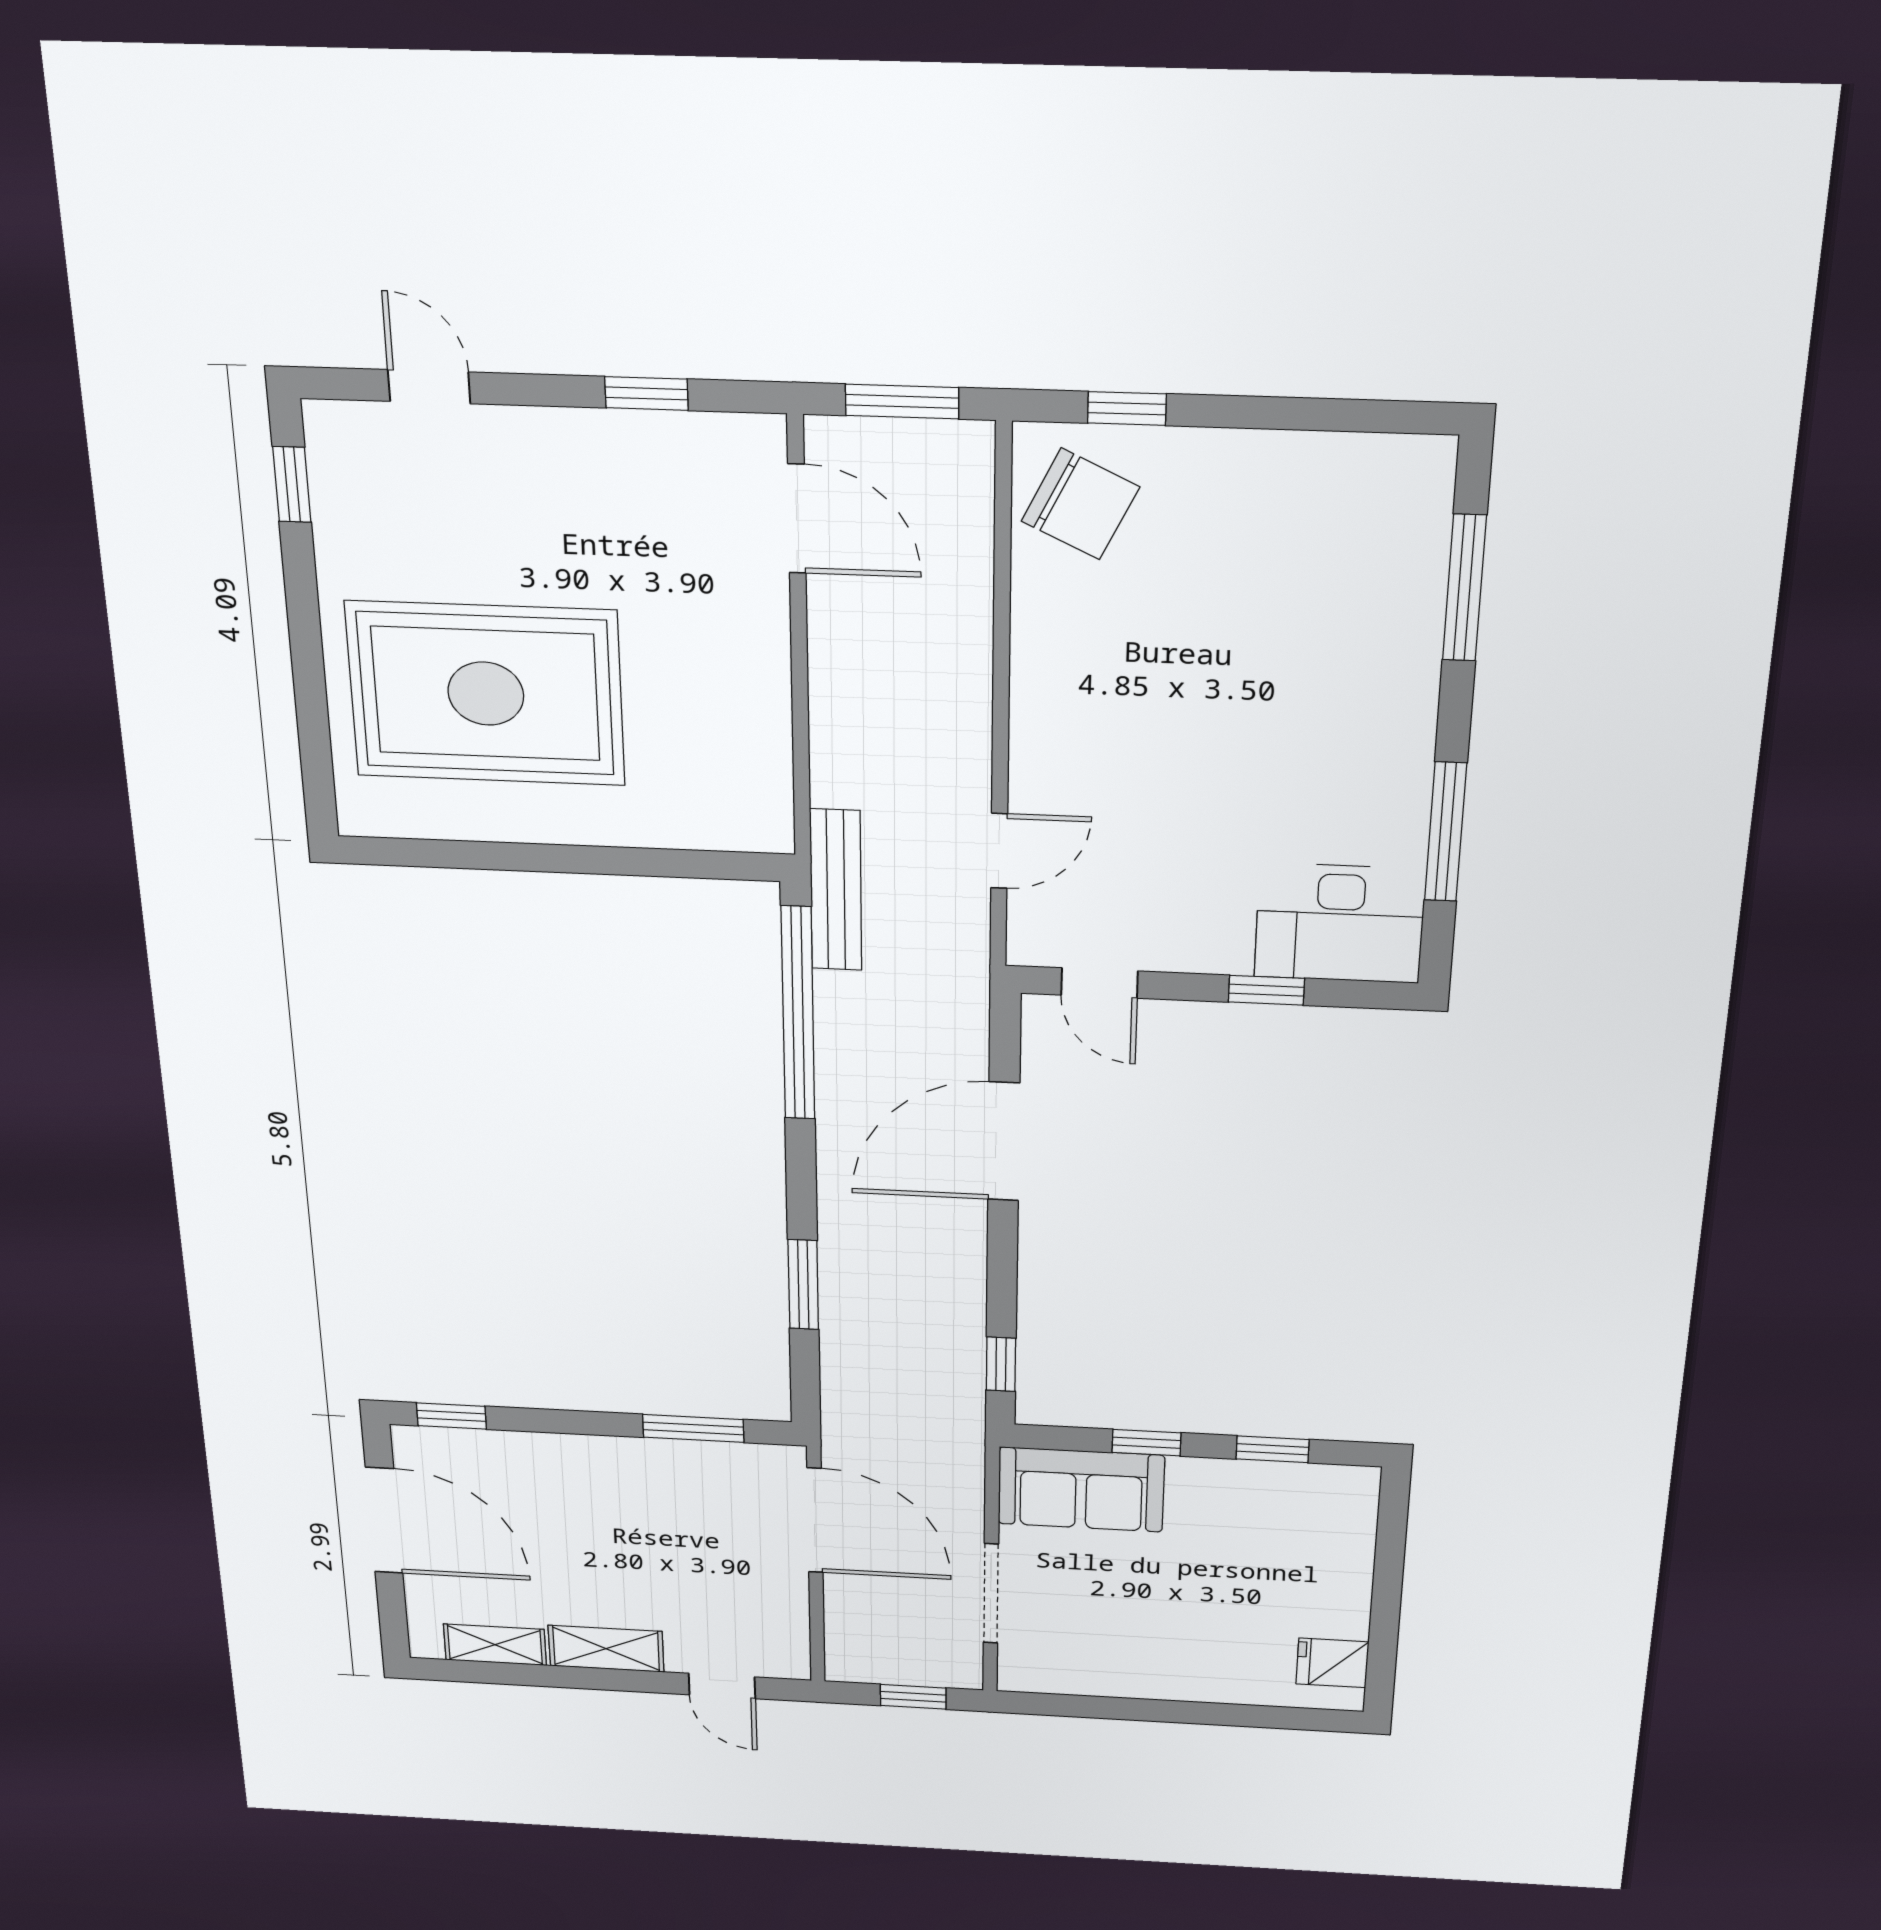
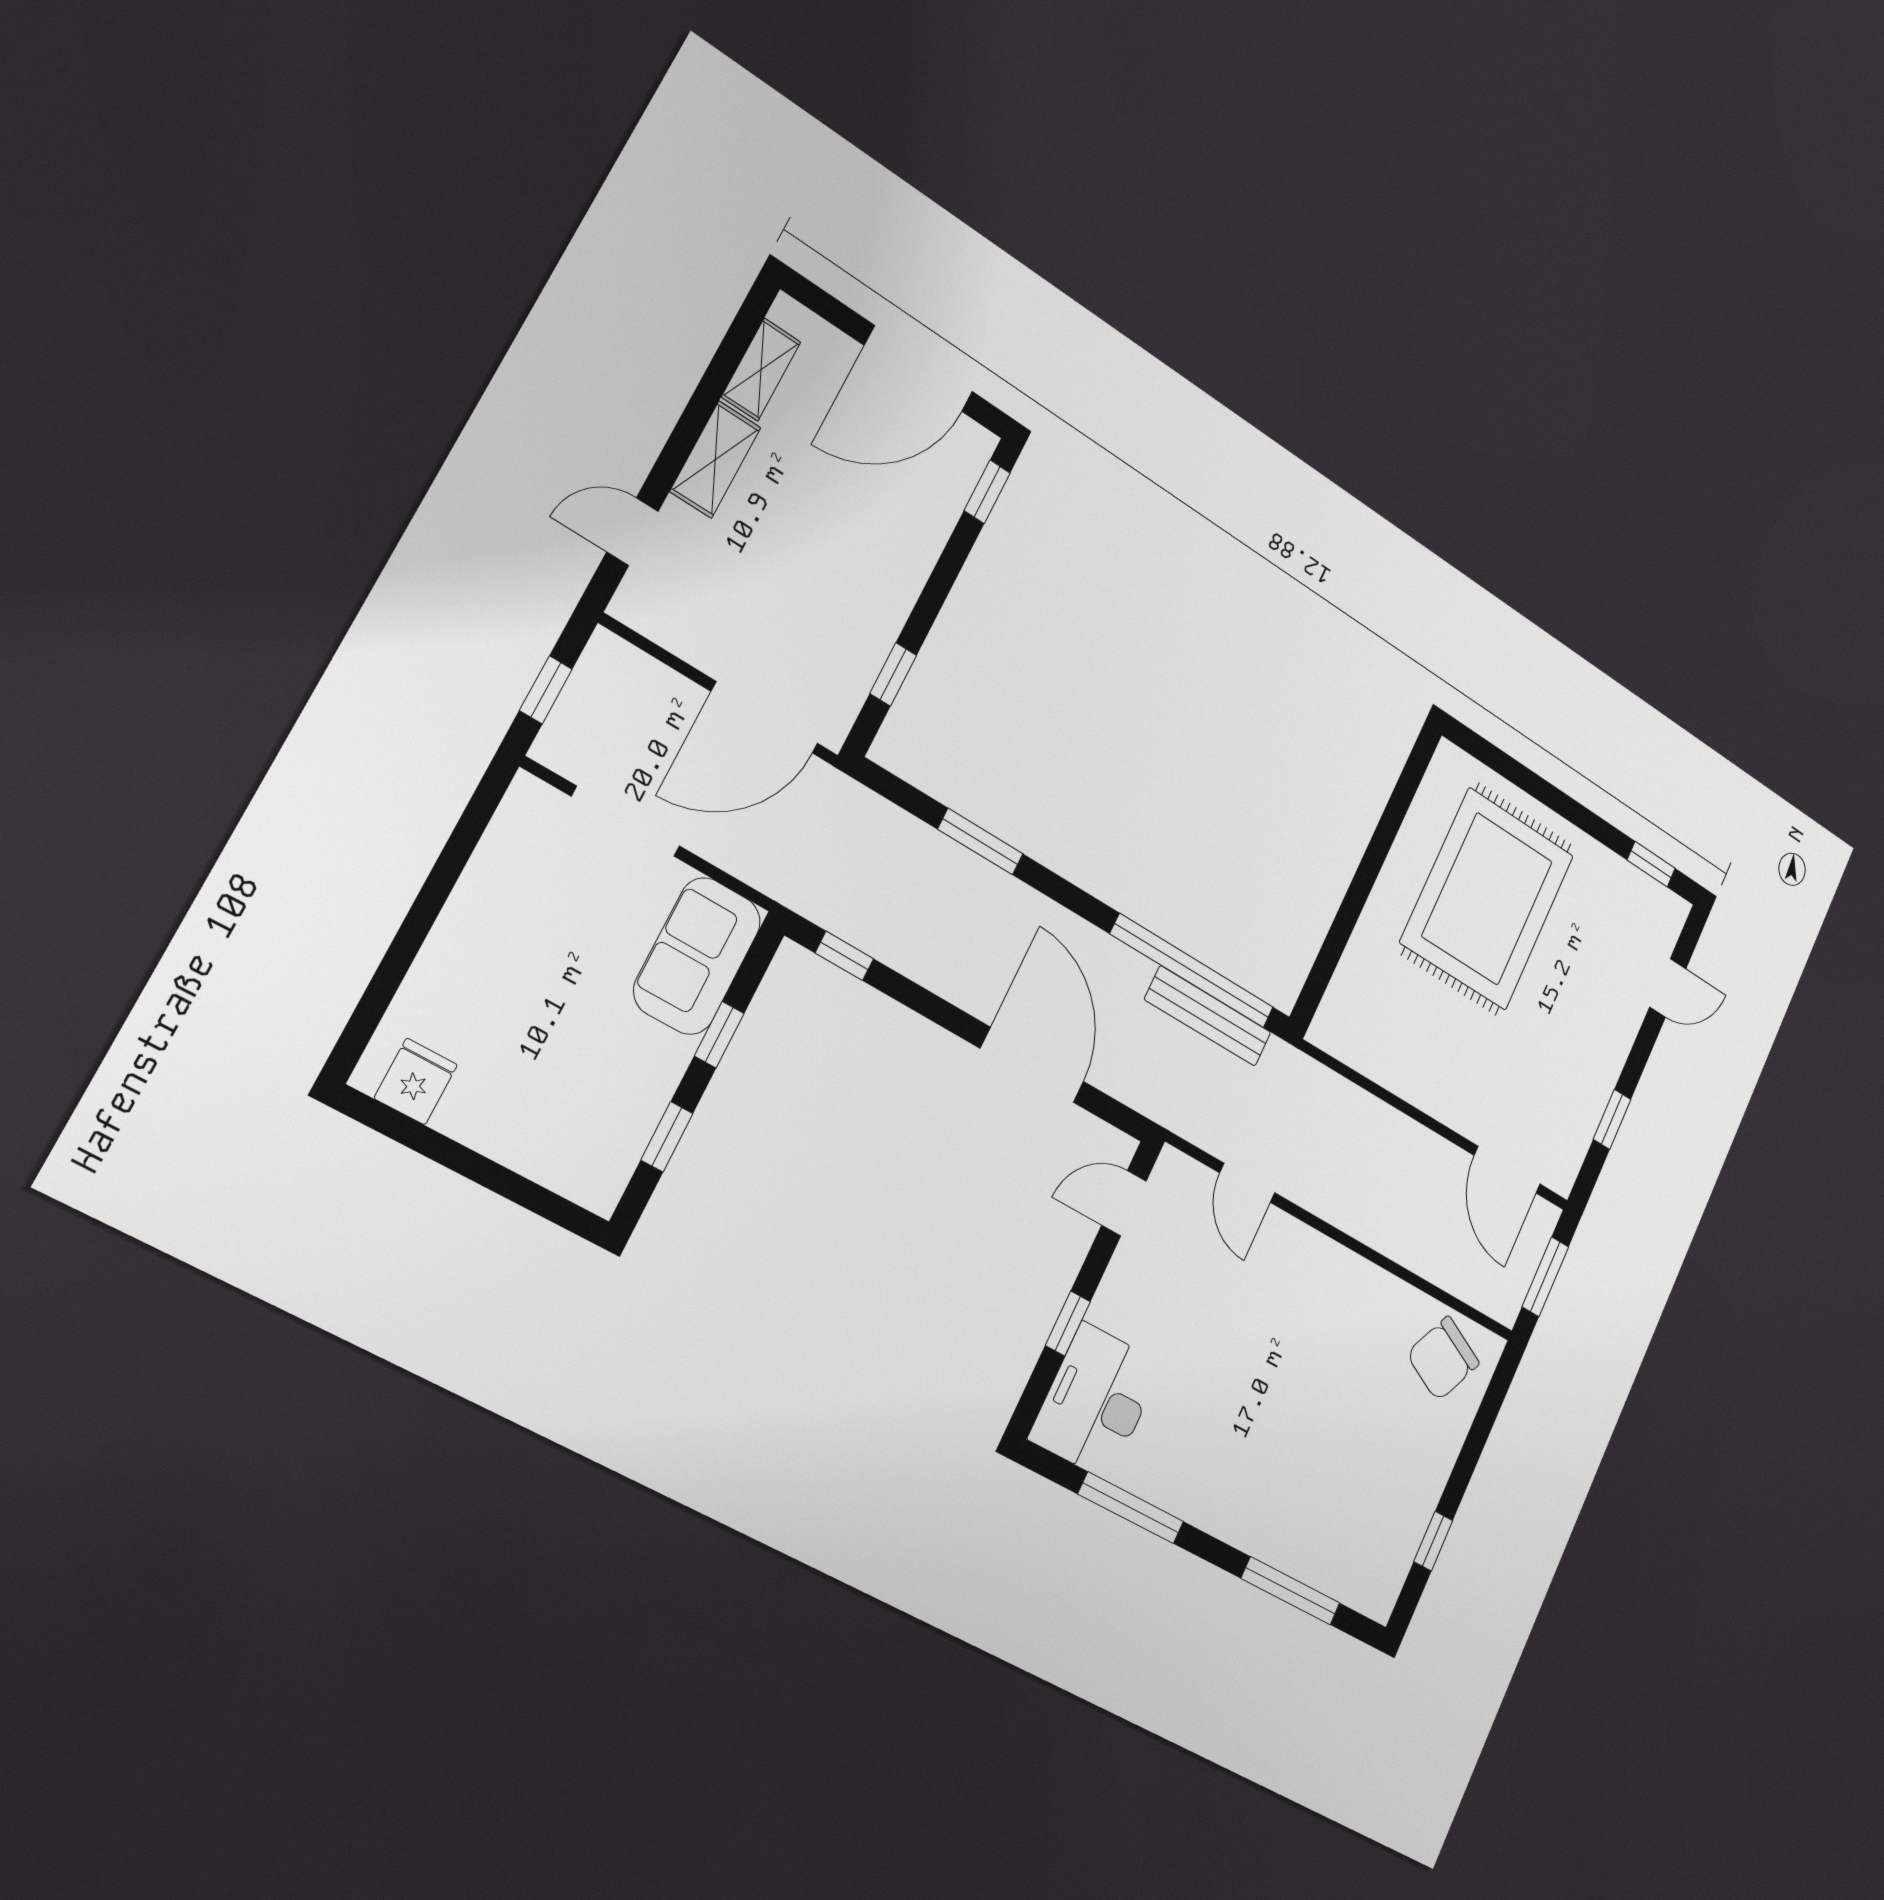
window: (1127, 409) -> (1433, 1541), moved
door: (797, 519) -> (1507, 1170), hinge flipped
bench: (836, 890) -> (1208, 1016), moved
window: (693, 1428) -> (893, 674), width x0.67

